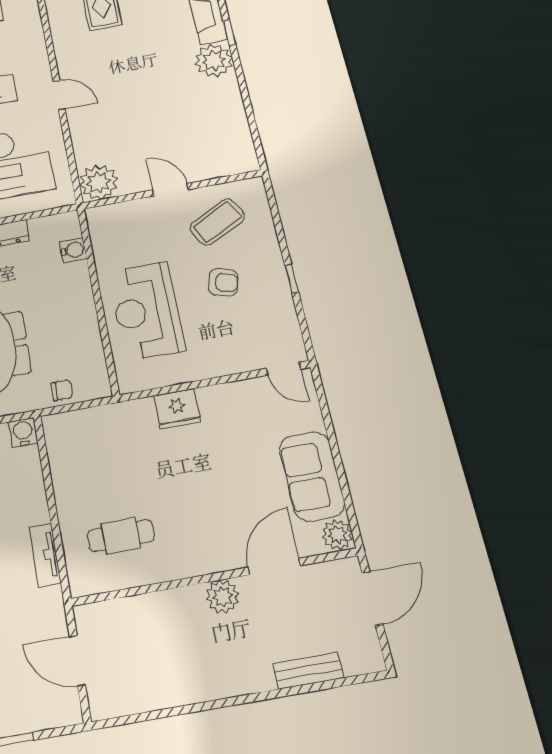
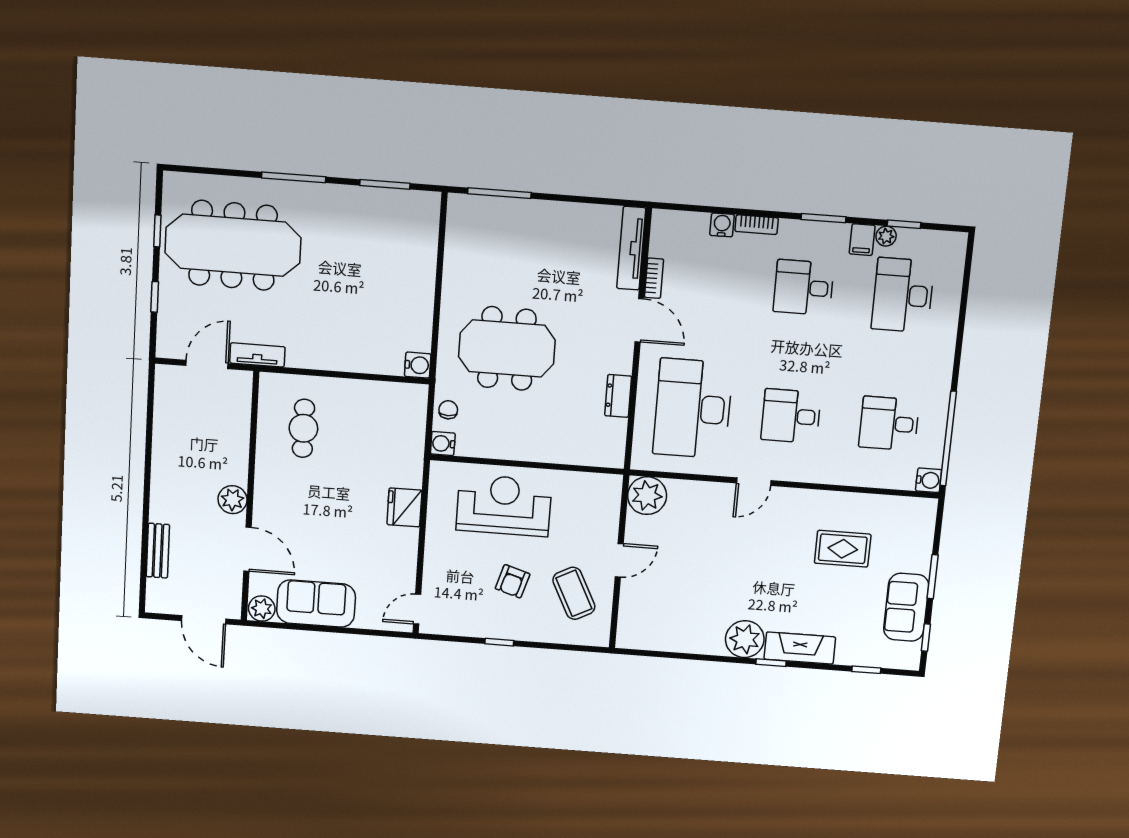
water cooler: (73, 250) -> (443, 444), moved, turned 90
chair: (62, 390) -> (448, 410), turned 180
tv unit: (45, 555) -> (257, 355), moved

